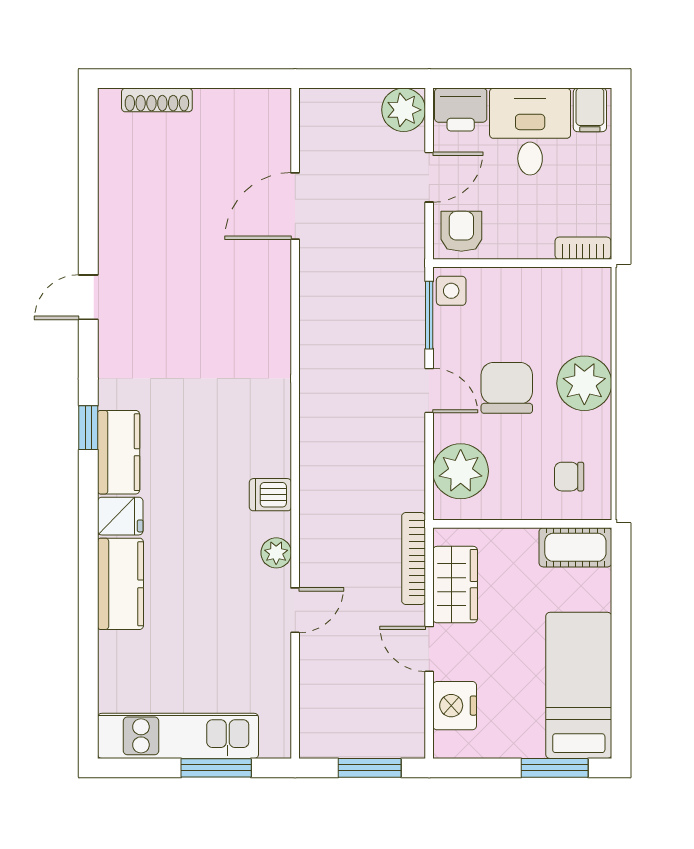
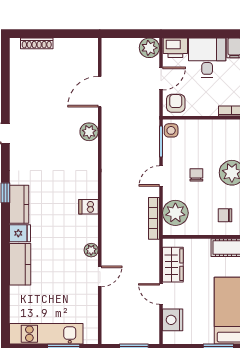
plant: (272, 294) -> (89, 132), added
chair: (507, 388) -> (196, 175), width x0.54, depth x0.54
door: (429, 391) -> (161, 176), swing flipped
dishwasher: (270, 495) -> (88, 207), moved
bookcase: (414, 558) -> (154, 218), moved

